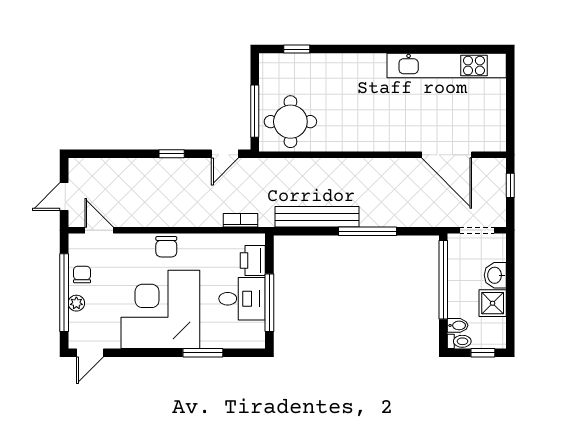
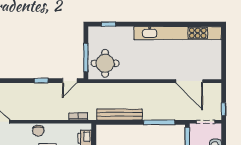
kitchen unit: (447, 66) -> (178, 33), width x1.36
window: (510, 185) -> (224, 109), moved
window: (368, 231) -> (159, 122), moved

